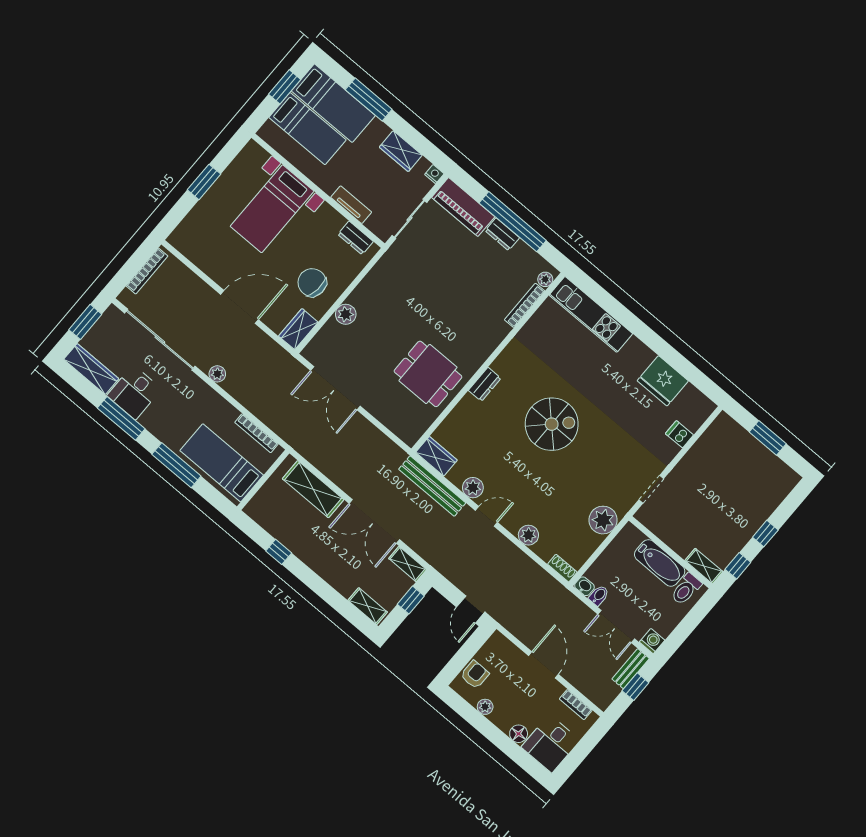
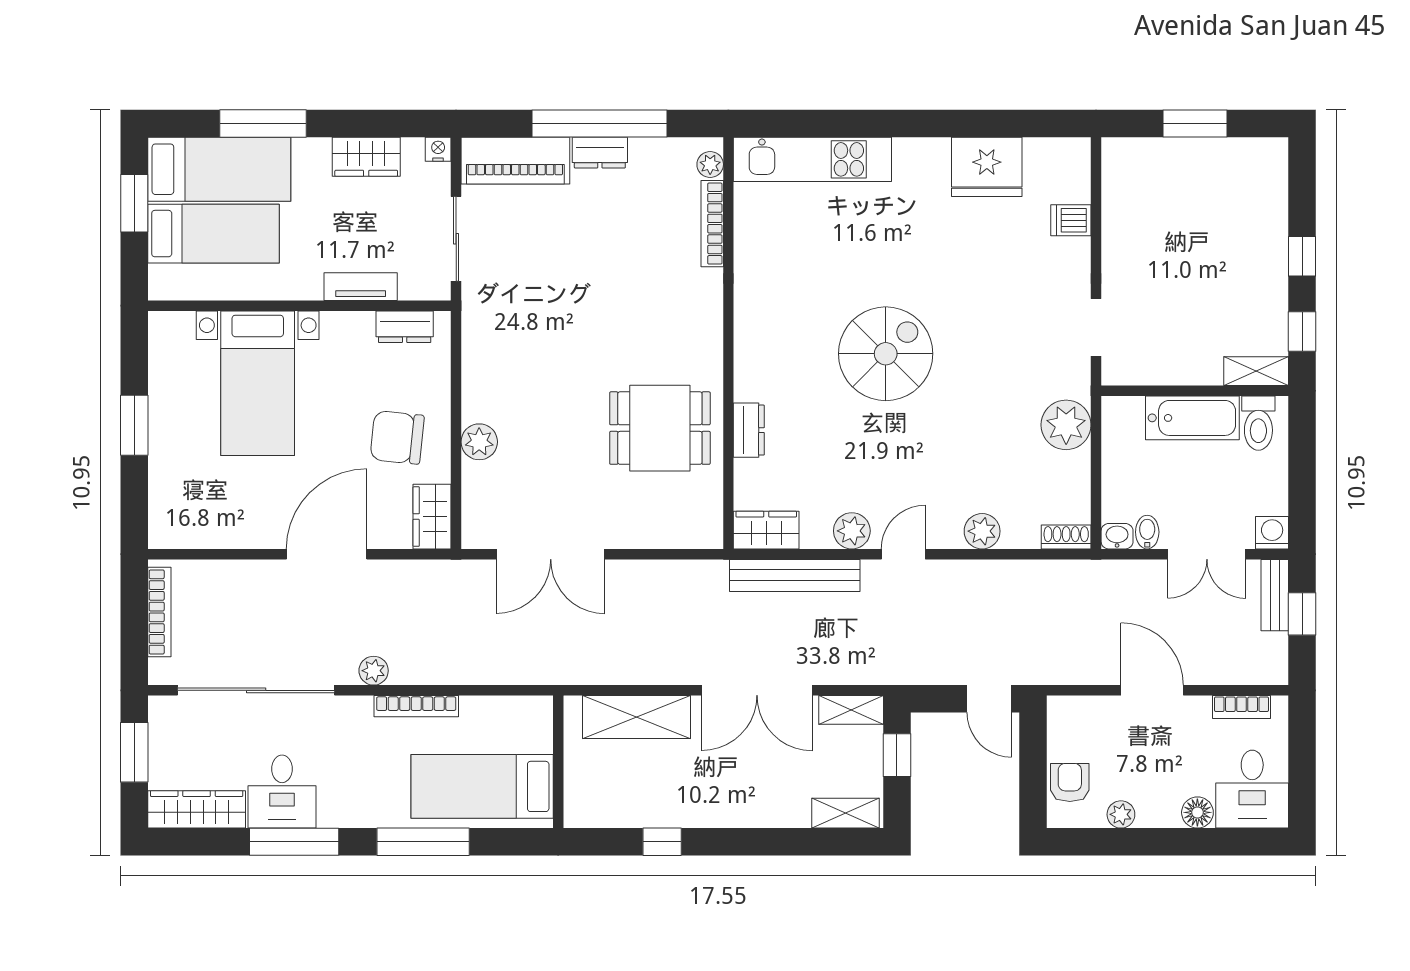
dresser: (485, 384) -> (749, 430), moved
bookcase: (256, 433) -> (416, 706), moved

